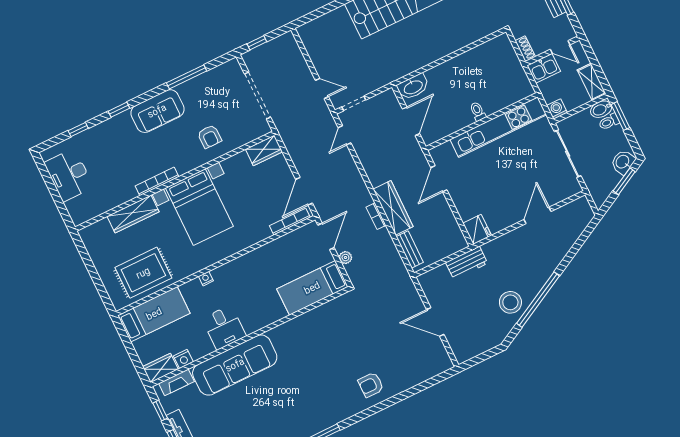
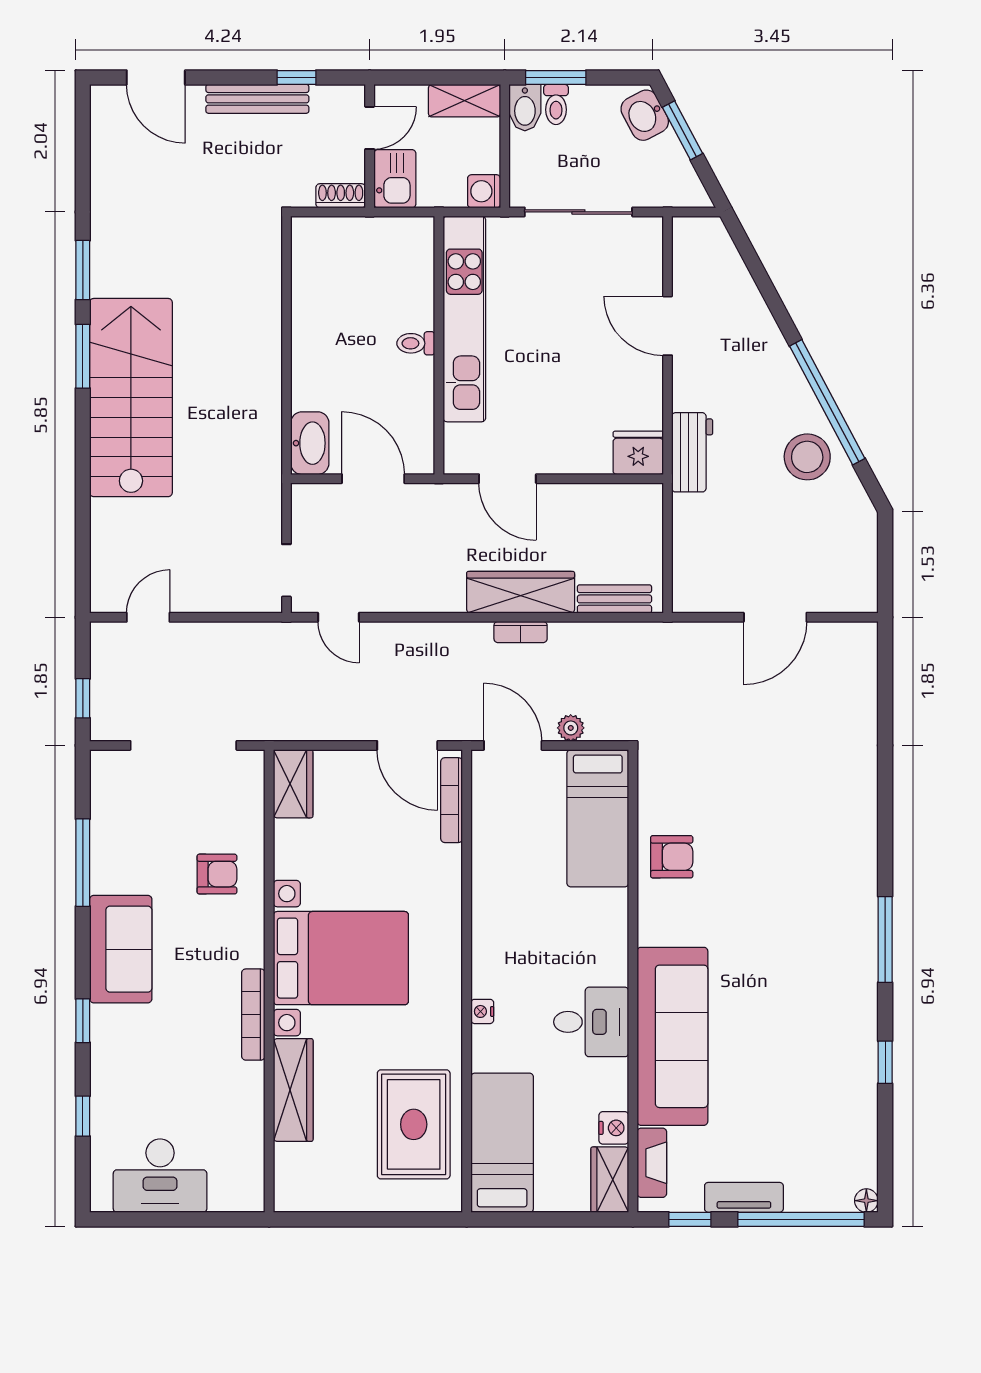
door: (322, 88) -> (148, 617), moved
workbench: (467, 263) -> (692, 452), moved
armchair: (371, 385) -> (672, 857), moved, turned -90

